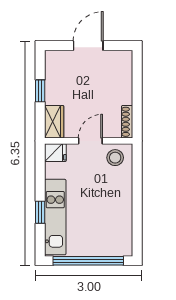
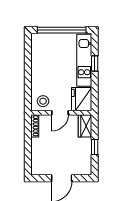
fridge: (55, 153) -> (82, 99), width x1.88, depth x1.34

